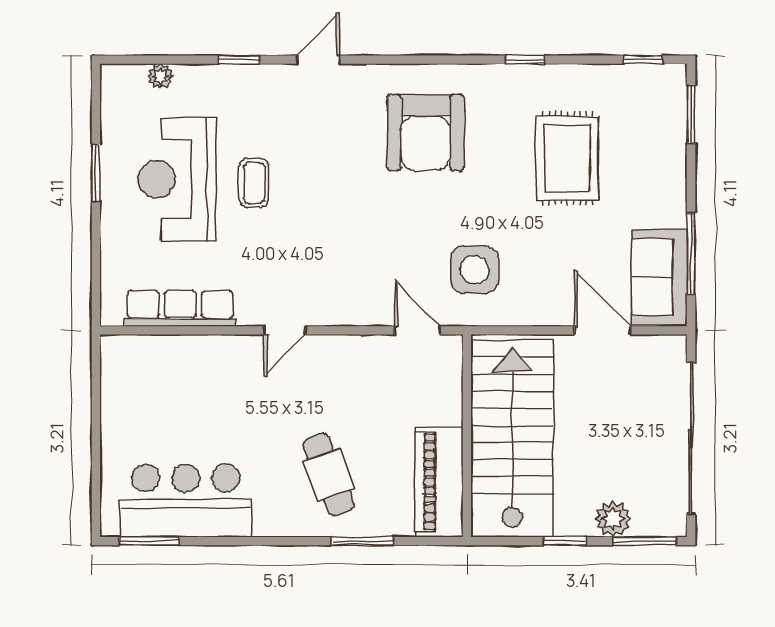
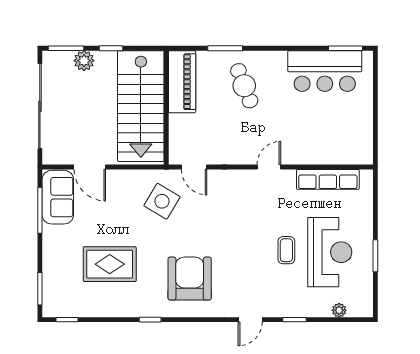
window: (525, 60) -> (150, 320), moved
rug: (567, 158) -> (110, 264), turned 90
side table: (475, 270) -> (162, 201), turned 31

